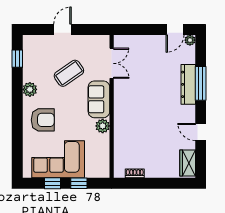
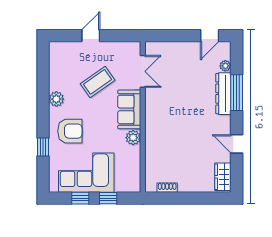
plant: (190, 40) -> (225, 66), moved
window: (17, 59) -> (43, 147), moved

